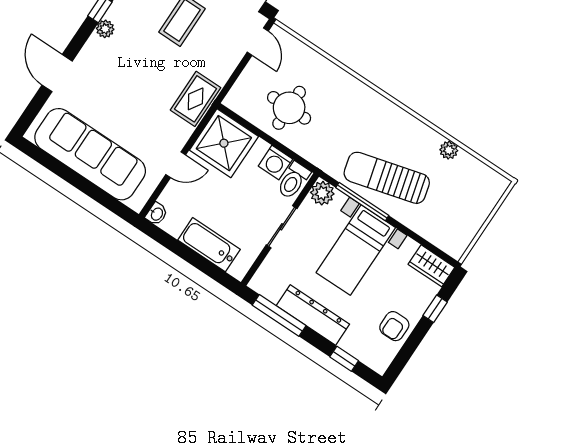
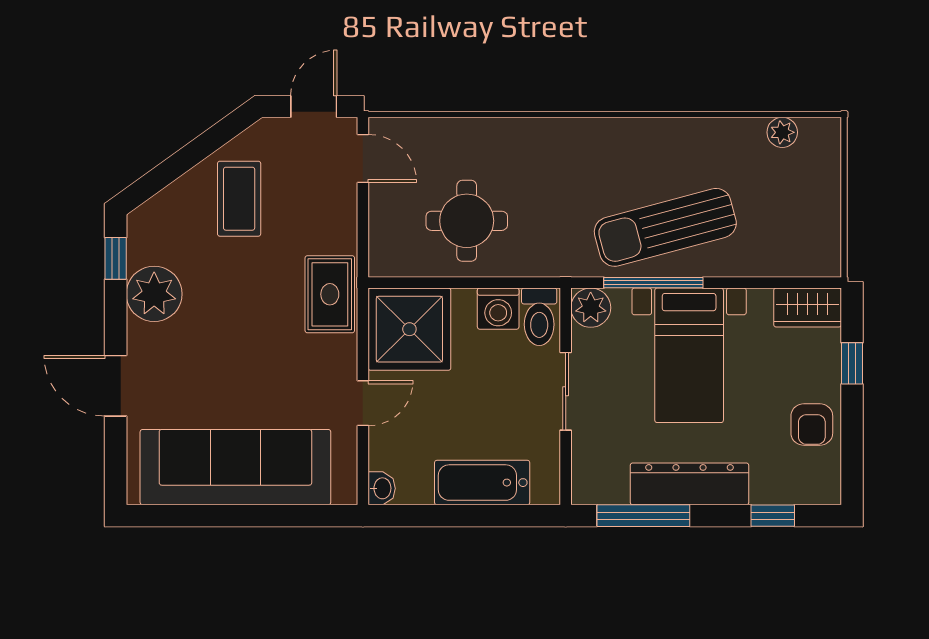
plant: (105, 29) -> (154, 294), width x1.87, depth x1.87
plant: (449, 150) -> (782, 132), moved

